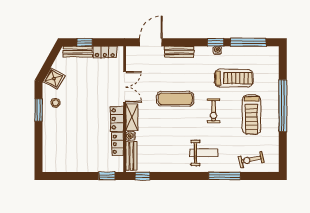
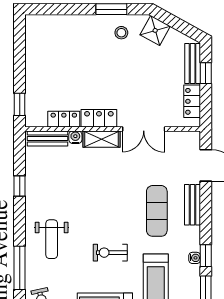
exercise mat: (175, 99) -> (157, 211), moved
window: (142, 176) -> (20, 186), moved

